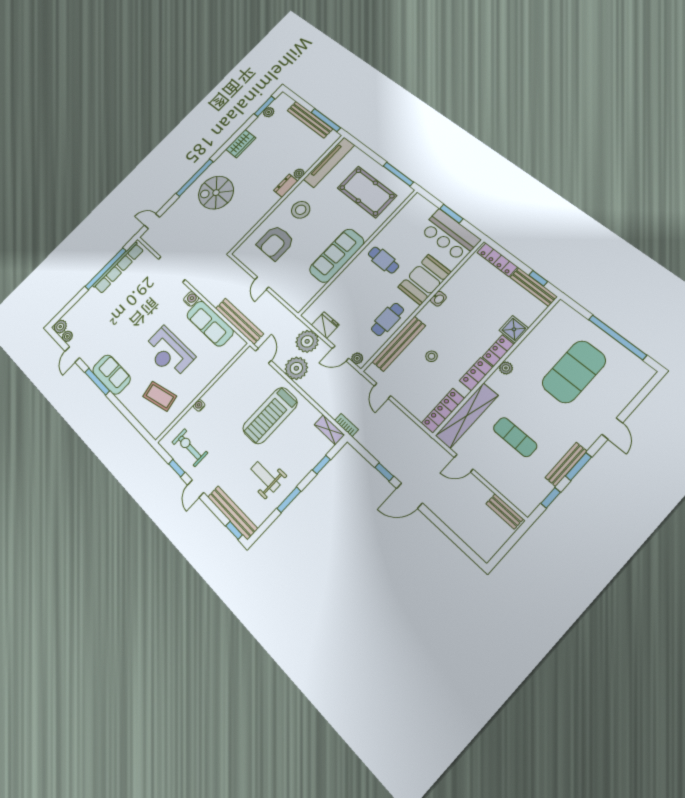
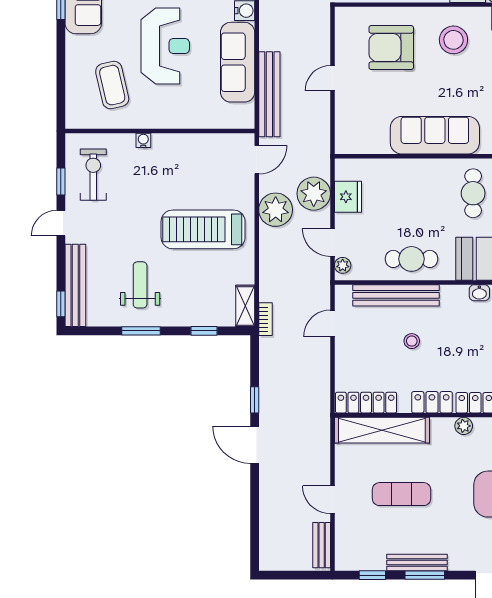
reception desk: (169, 353) -> (165, 46), turned 180
exercise mat: (515, 437) -> (402, 494), turned 90
door: (464, 463) -> (332, 500), moved

